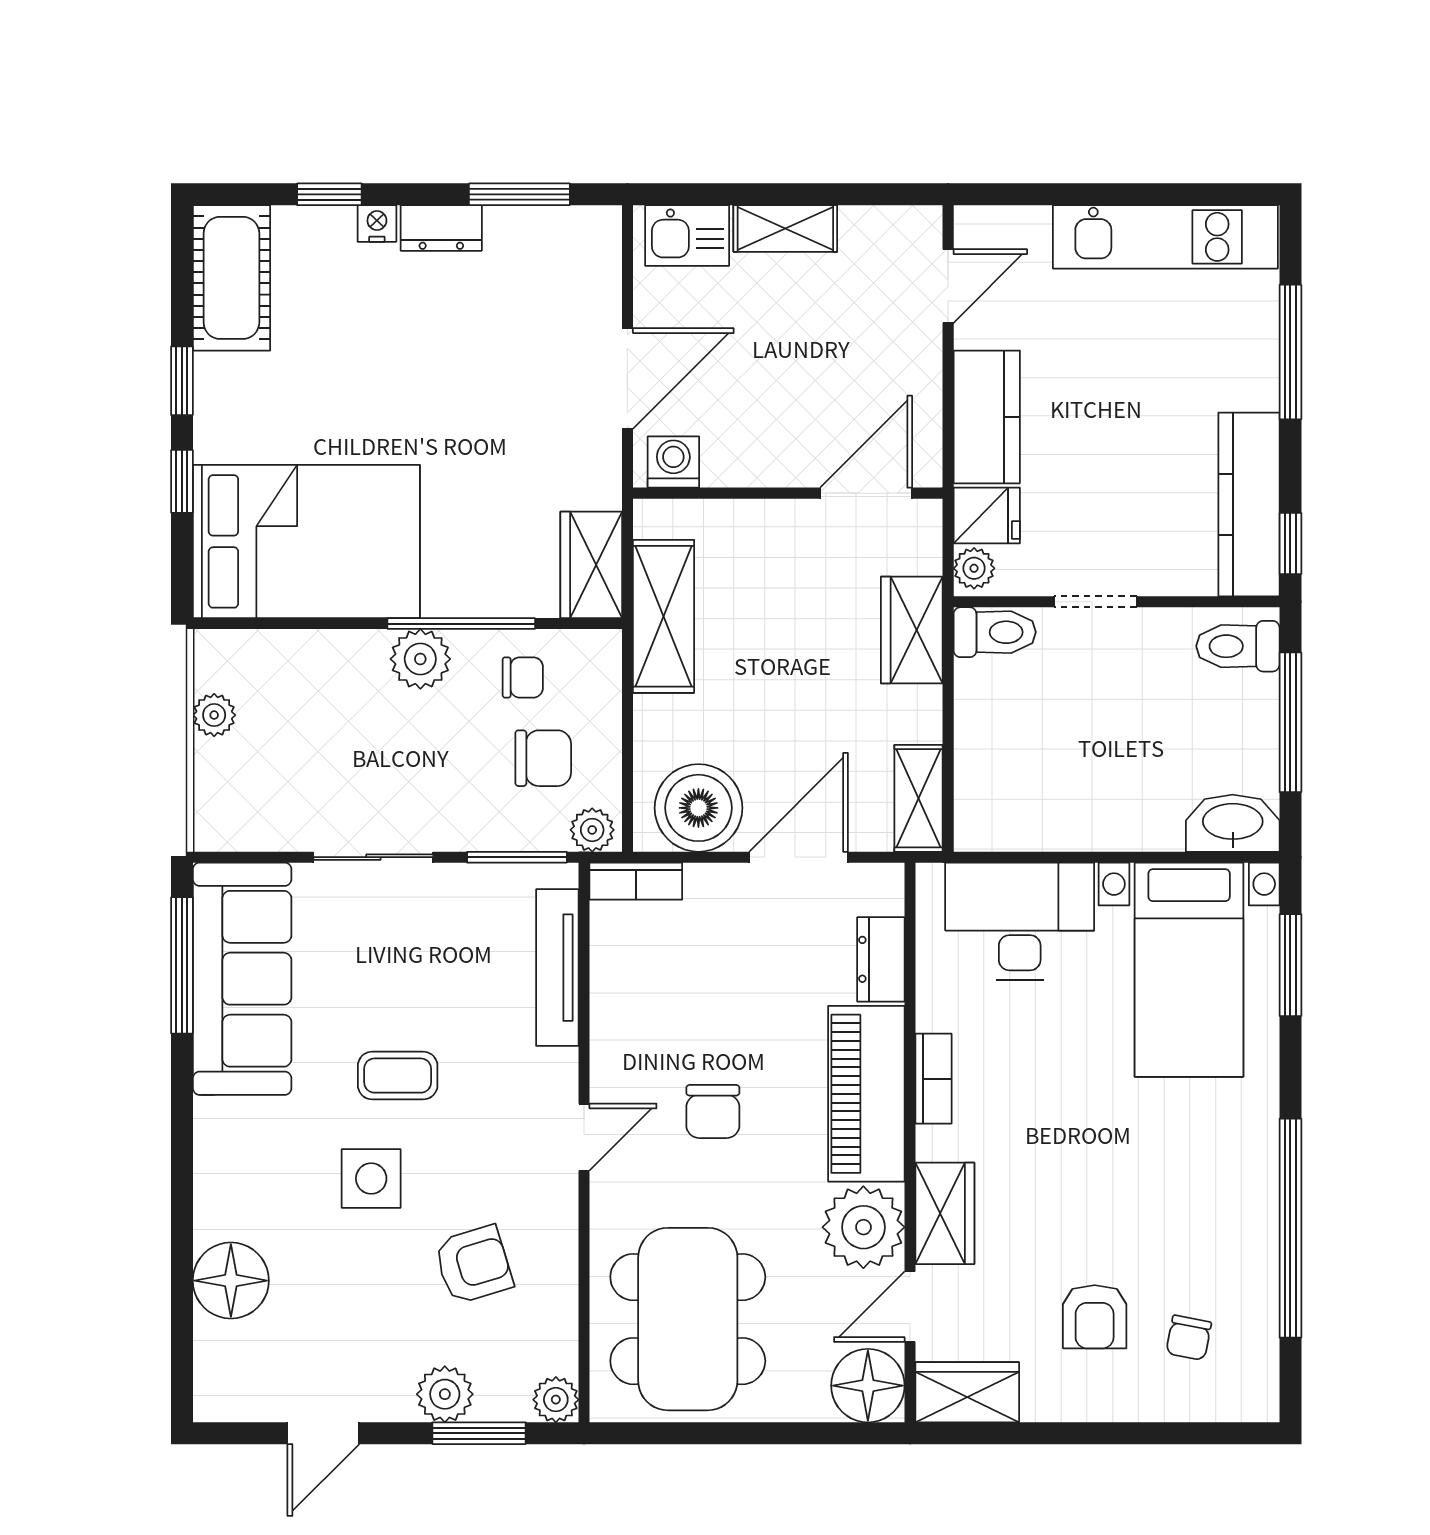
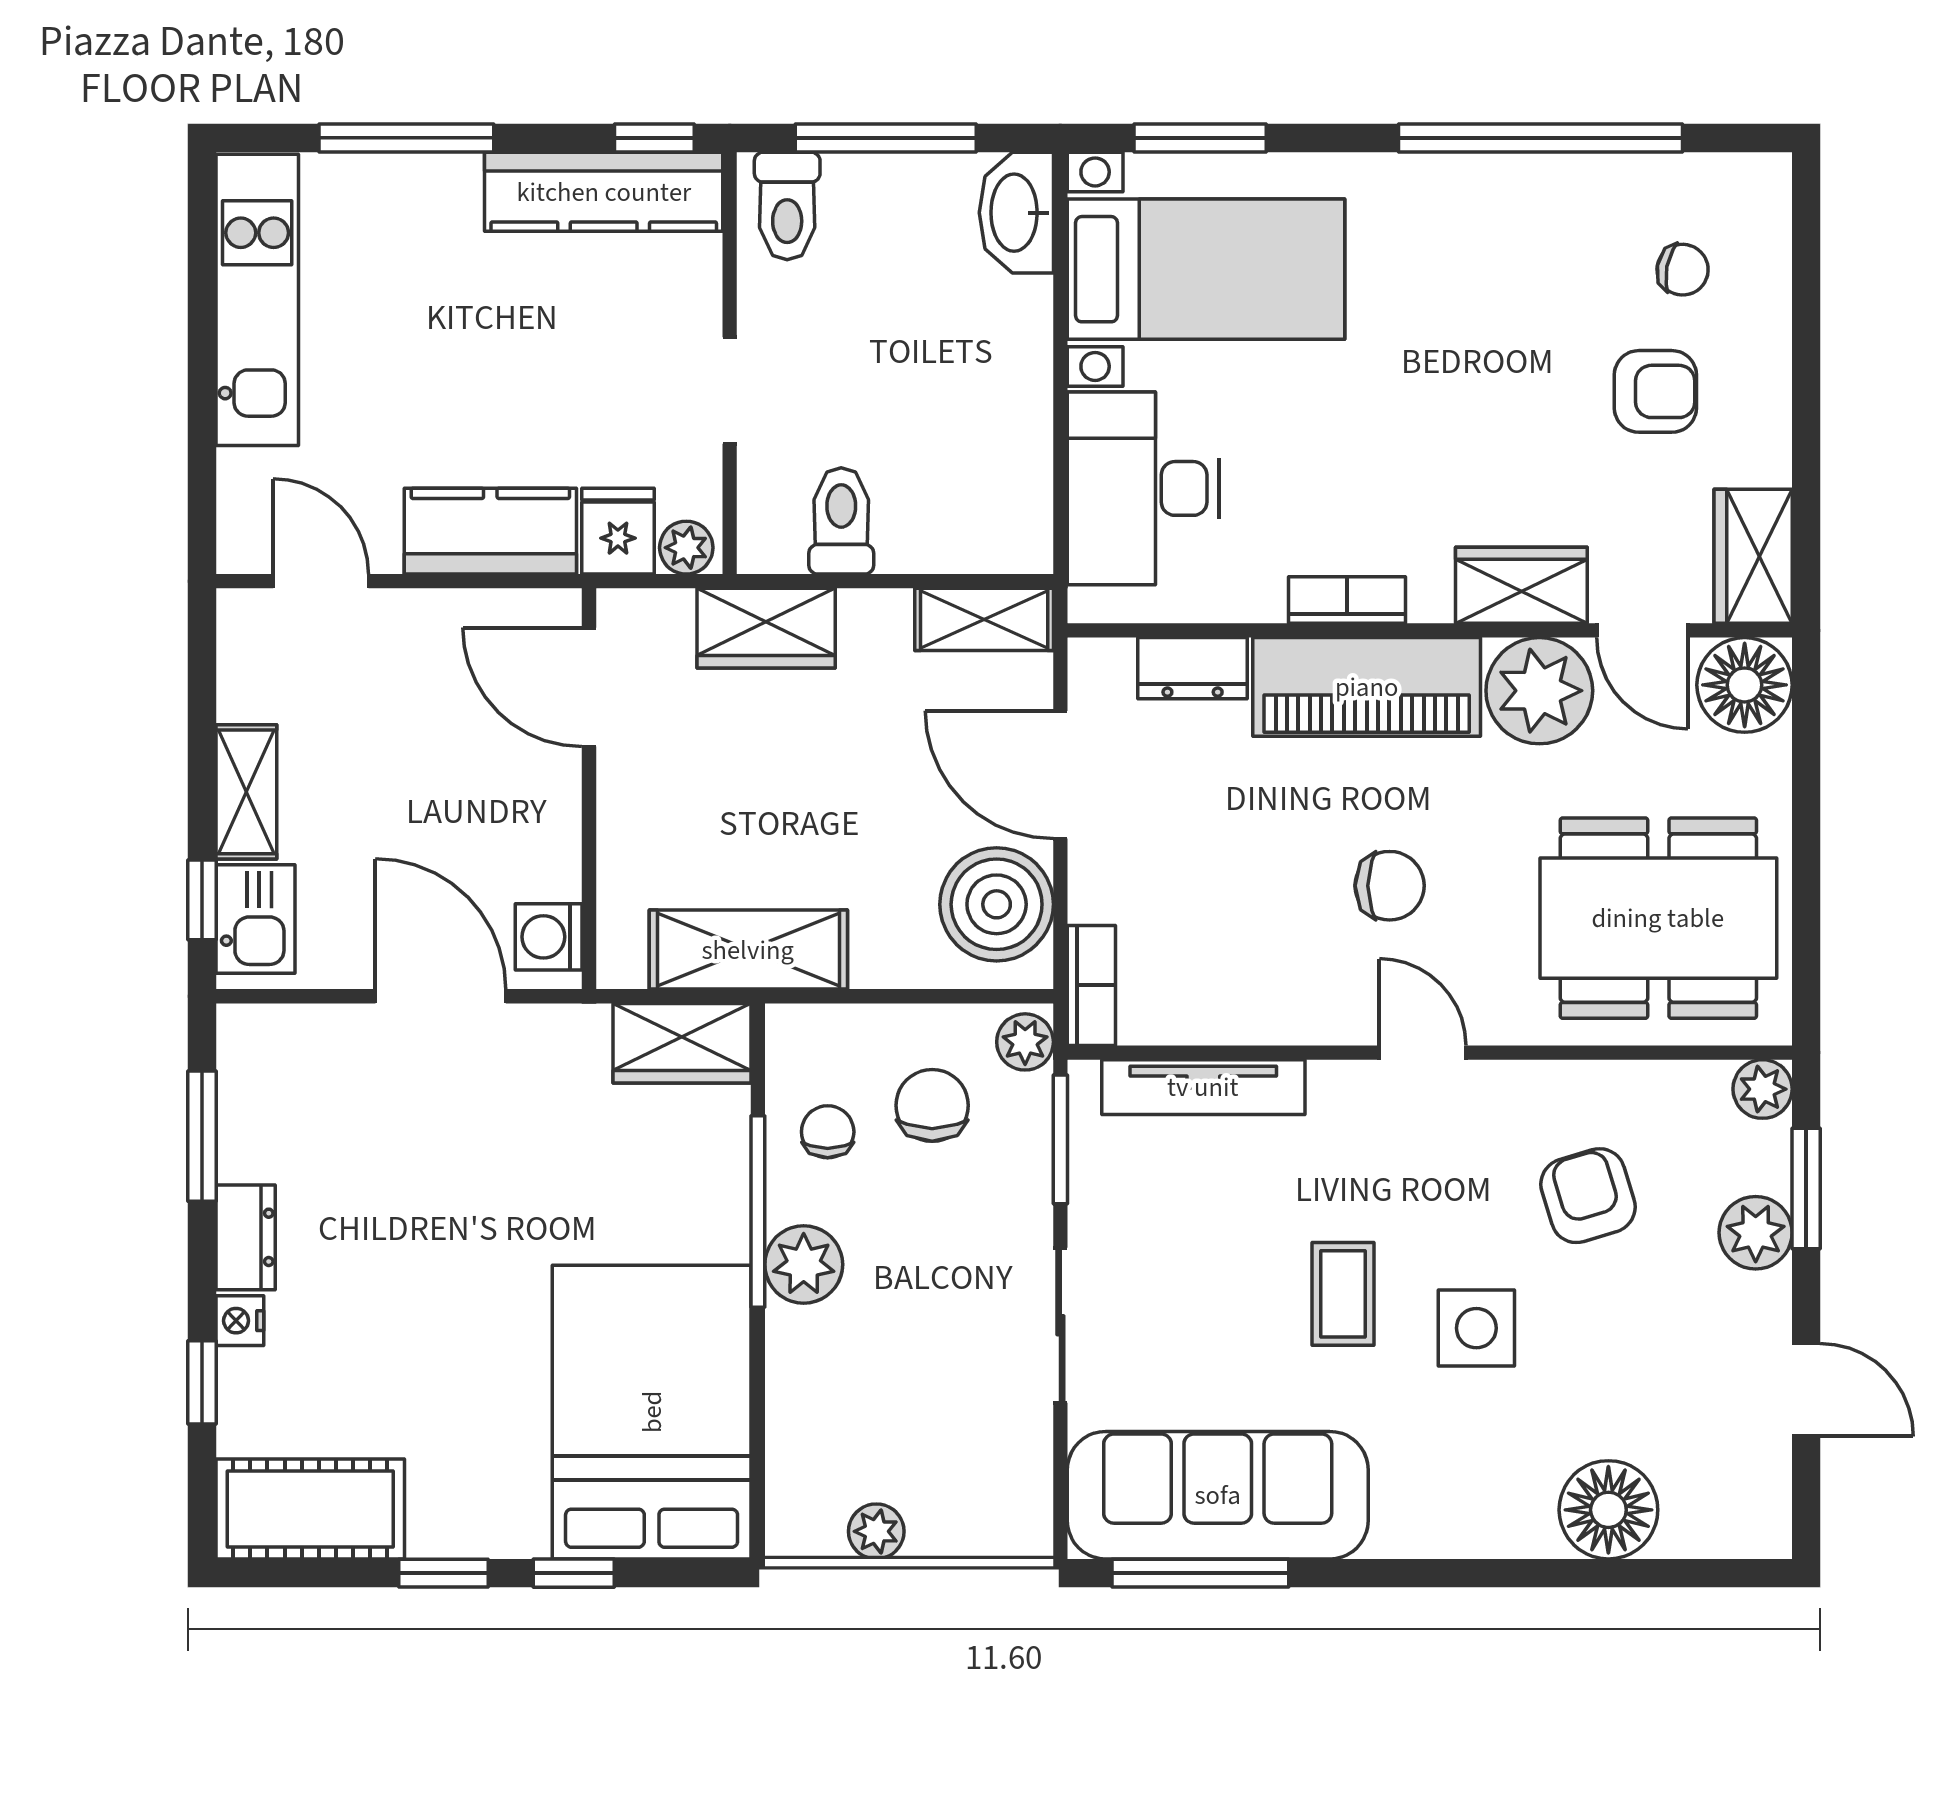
window: (702, 194) -> (202, 900), added
toilet: (995, 632) -> (841, 521), moved

